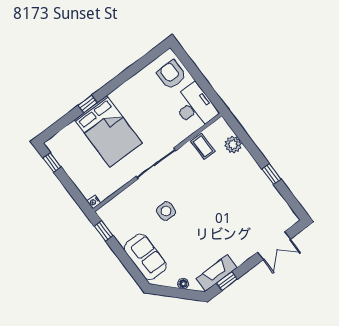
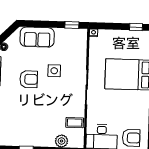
armchair: (196, 231) -> (29, 79), added

